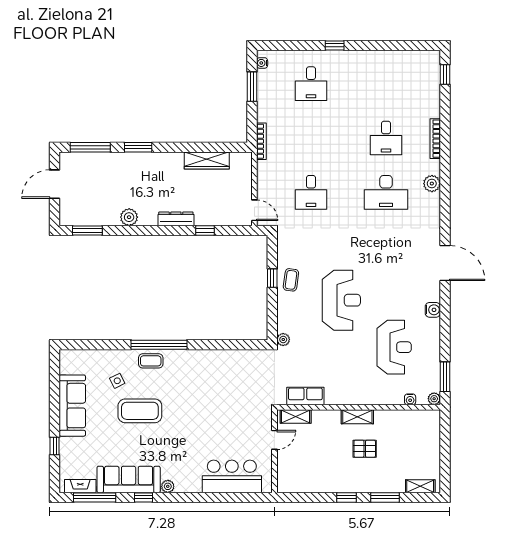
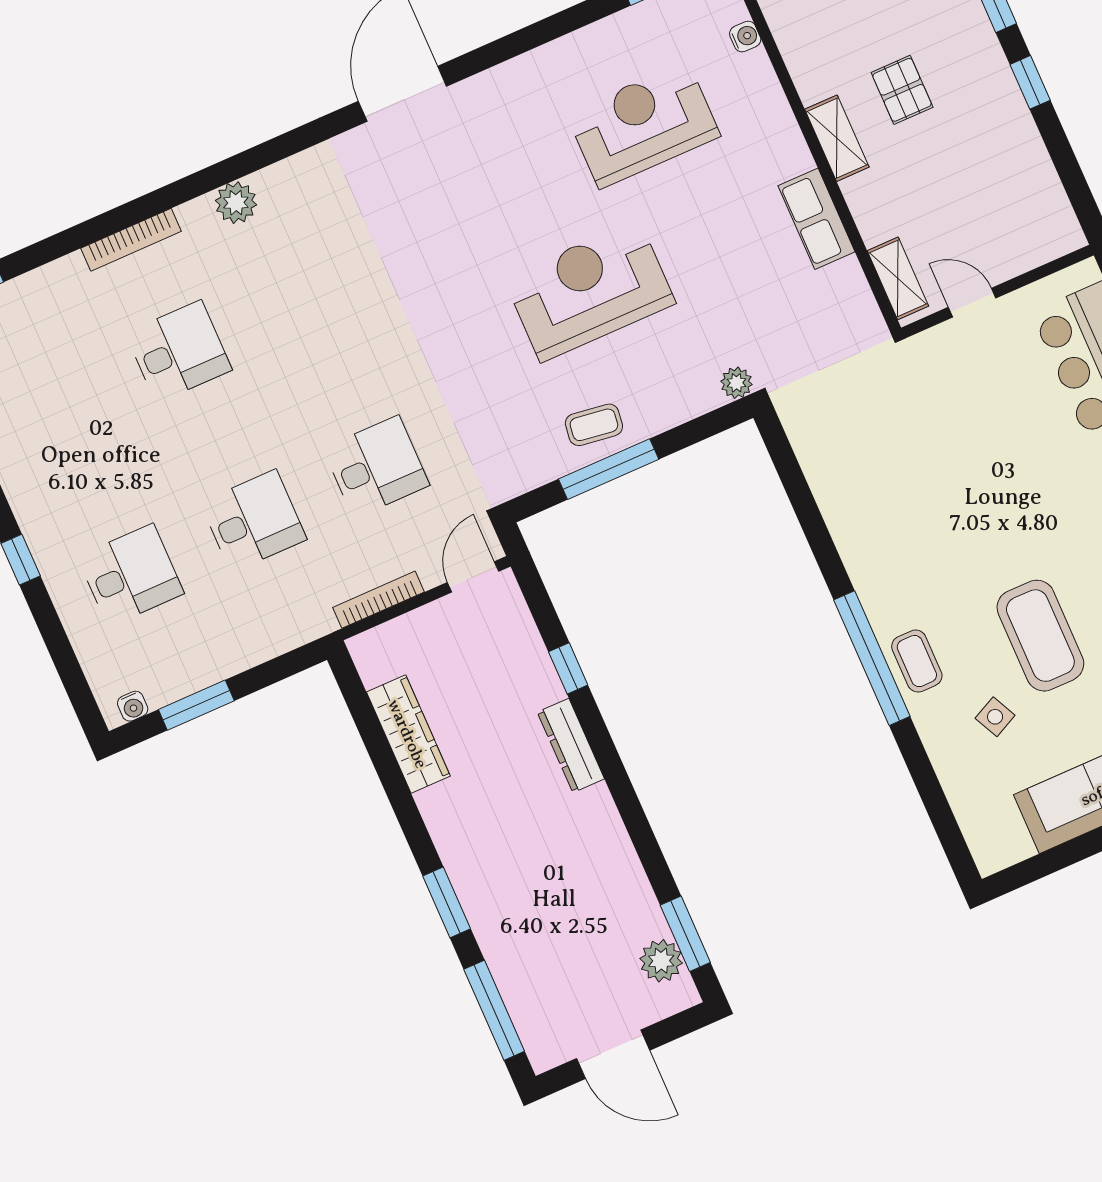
bookcase: (261, 141) -> (379, 600), moved
desk: (386, 192) -> (253, 521), moved, width x0.73
plant: (129, 217) -> (661, 961), moved
window: (272, 278) -> (609, 469), width x2.17
water cooler: (433, 310) -> (520, 75), removed
row of seats: (305, 396) -> (816, 219), moved

